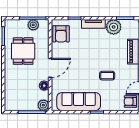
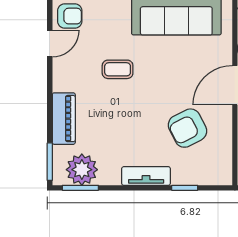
plant: (114, 27) -> (82, 170), moved
armchair: (61, 34) -> (187, 128), moved, turned -117

